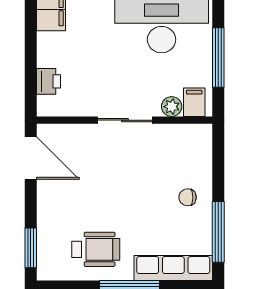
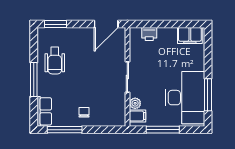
row of seats: (173, 268) -> (44, 111), width x0.68

